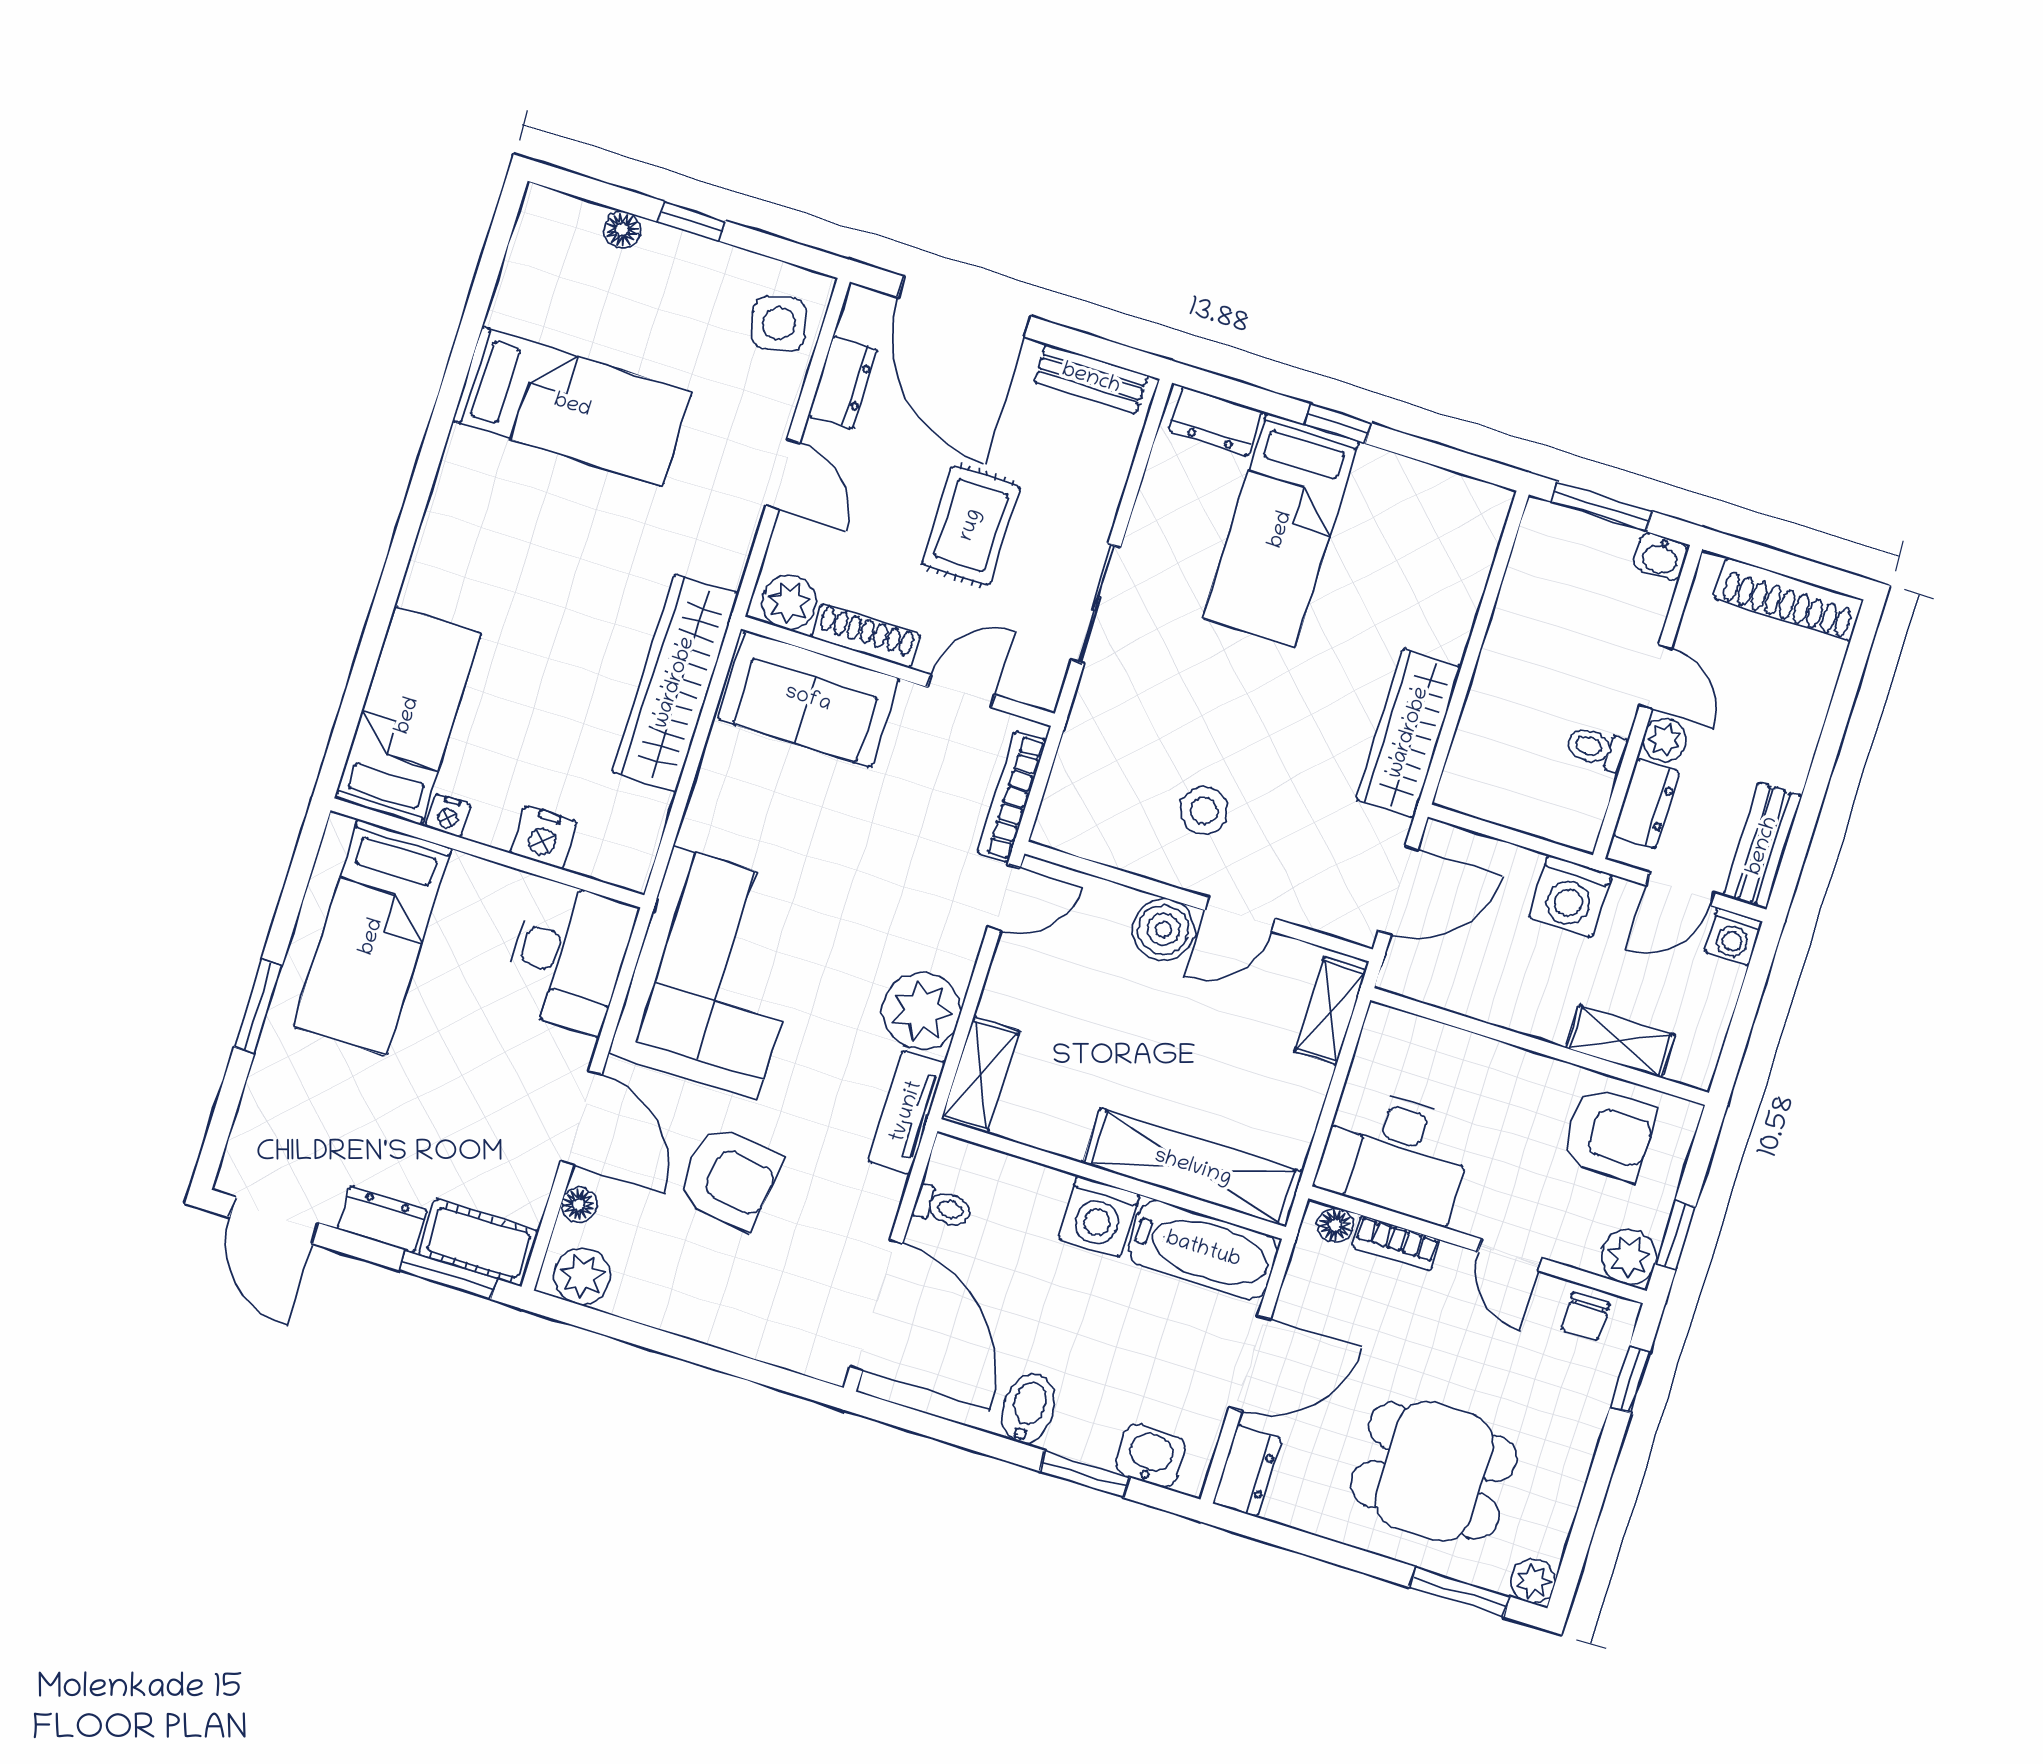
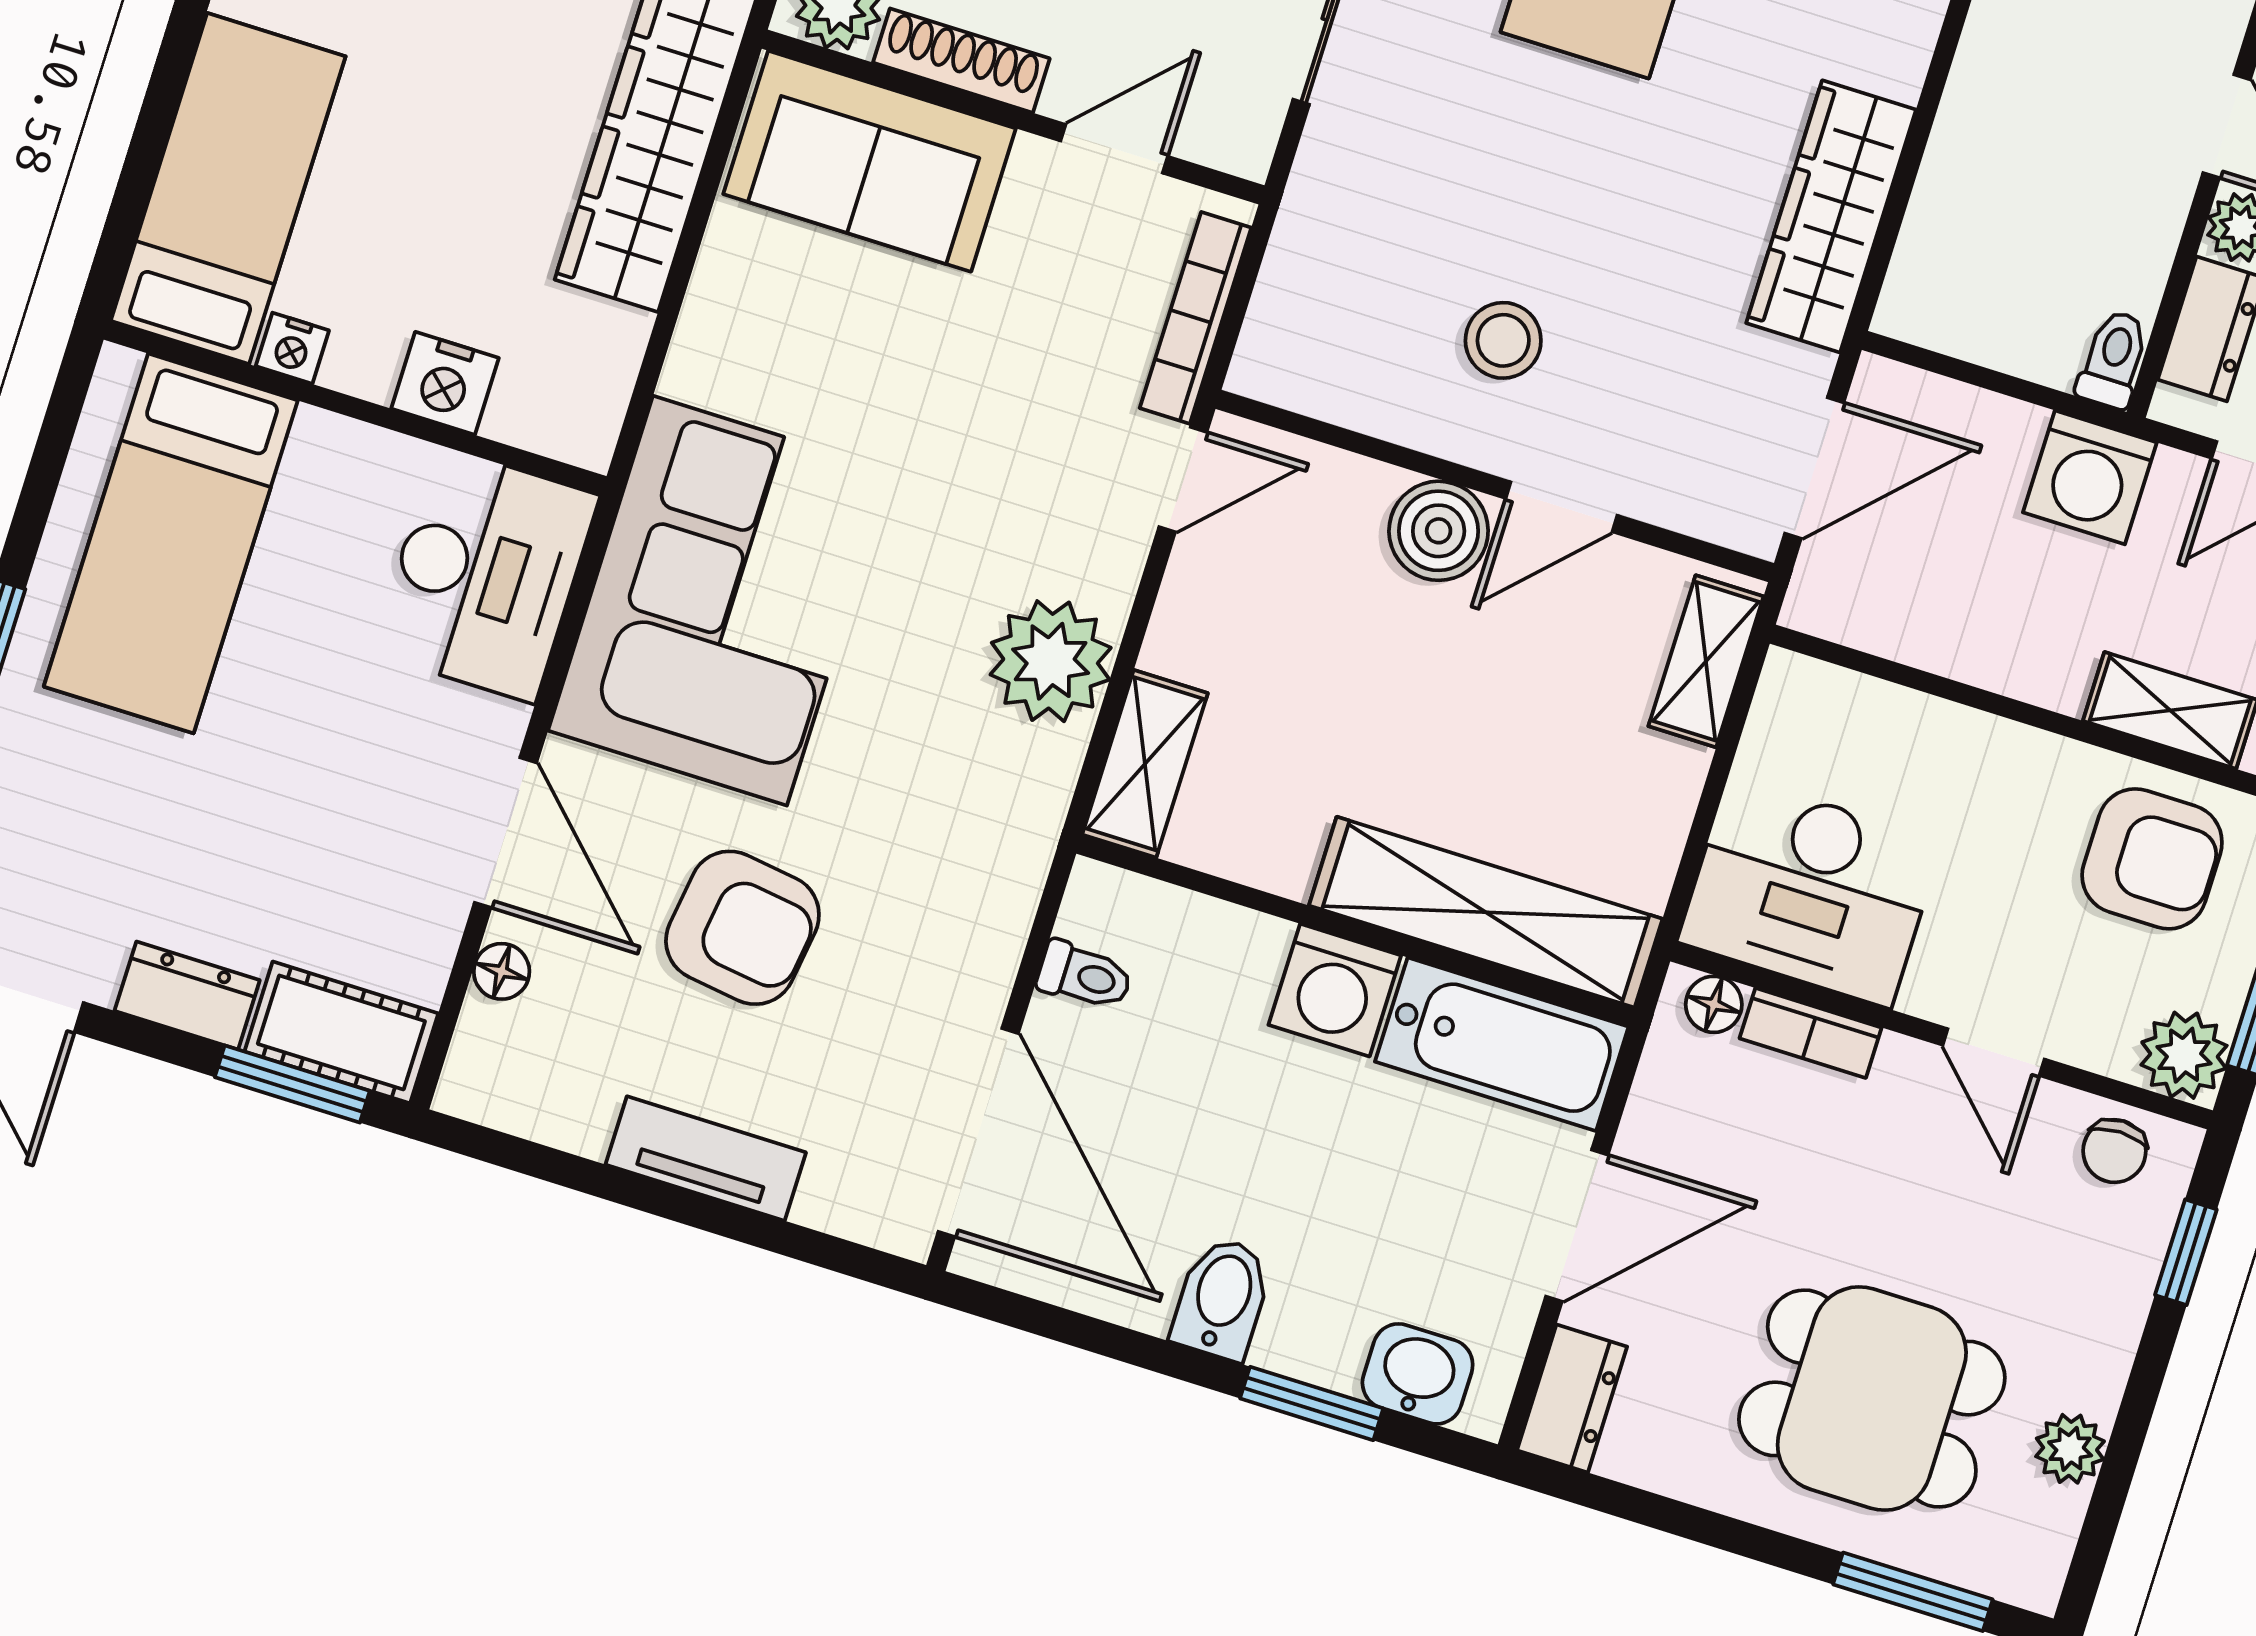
toilet: (1596, 748) -> (2113, 359), moved, turned 90
tv unit: (907, 1112) -> (706, 1159), moved, turned 90
plant: (582, 1276) -> (507, 1086), removed
plant: (1533, 1581) -> (2070, 1449), moved

